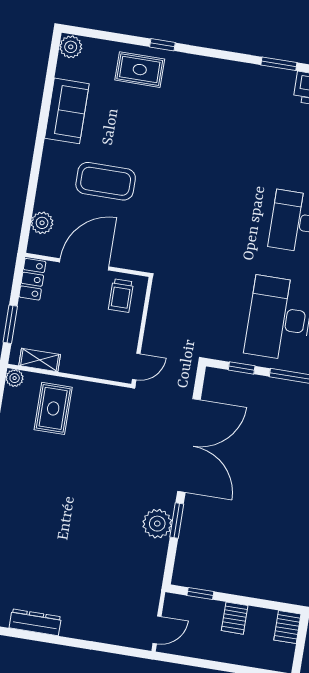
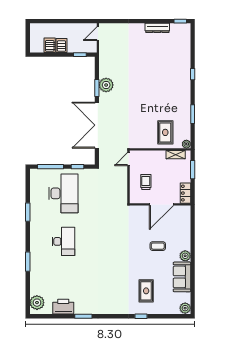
rug: (140, 70) -> (146, 291), moved, turned 90
coffee table: (106, 181) -> (158, 246), width x0.54, depth x0.58
plant: (42, 223) -> (185, 256), moved
trolley: (121, 296) -> (146, 182), moved
server rack: (287, 627) -> (50, 45), moved

